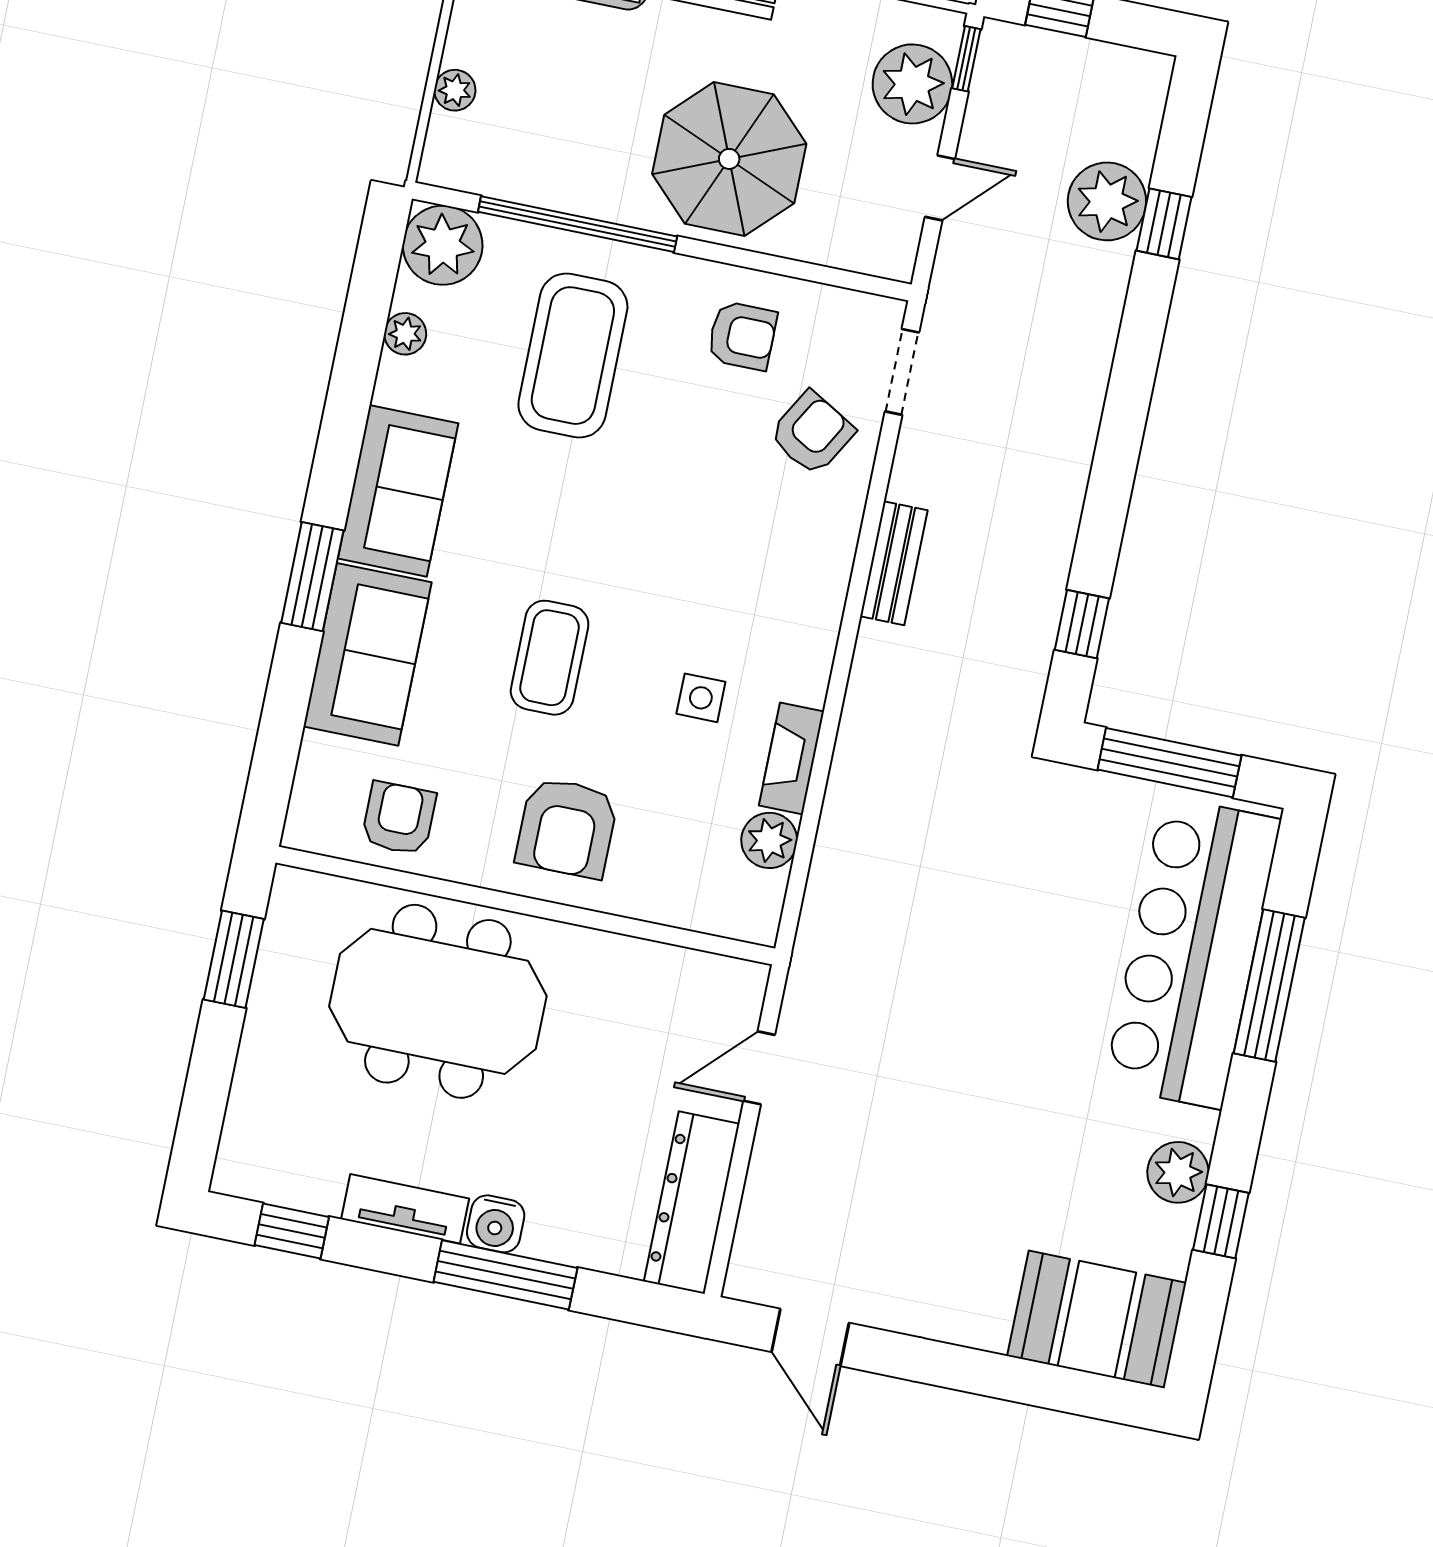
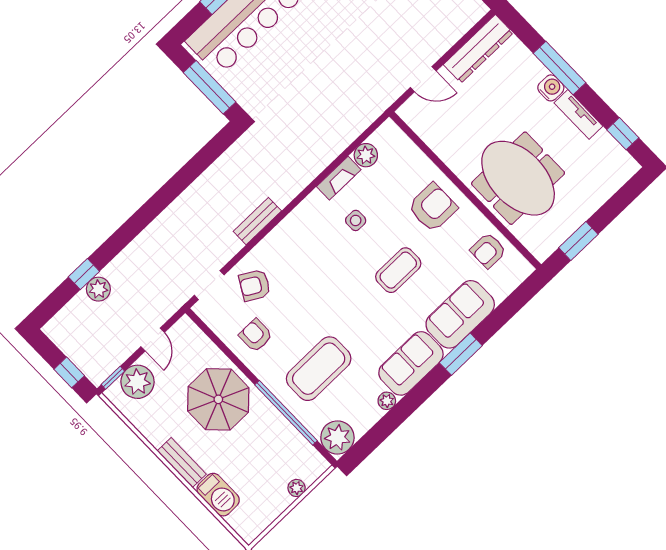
door: (940, 188) -> (153, 340), swing flipped
plant: (1107, 201) -> (98, 289), width x0.73, depth x0.73
plant: (405, 334) -> (387, 401), moved
window: (1082, 624) -> (207, 156), removed

